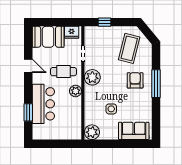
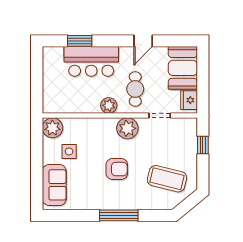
armchair: (135, 80) -> (117, 169), moved
side table: (111, 109) -> (69, 151), moved

